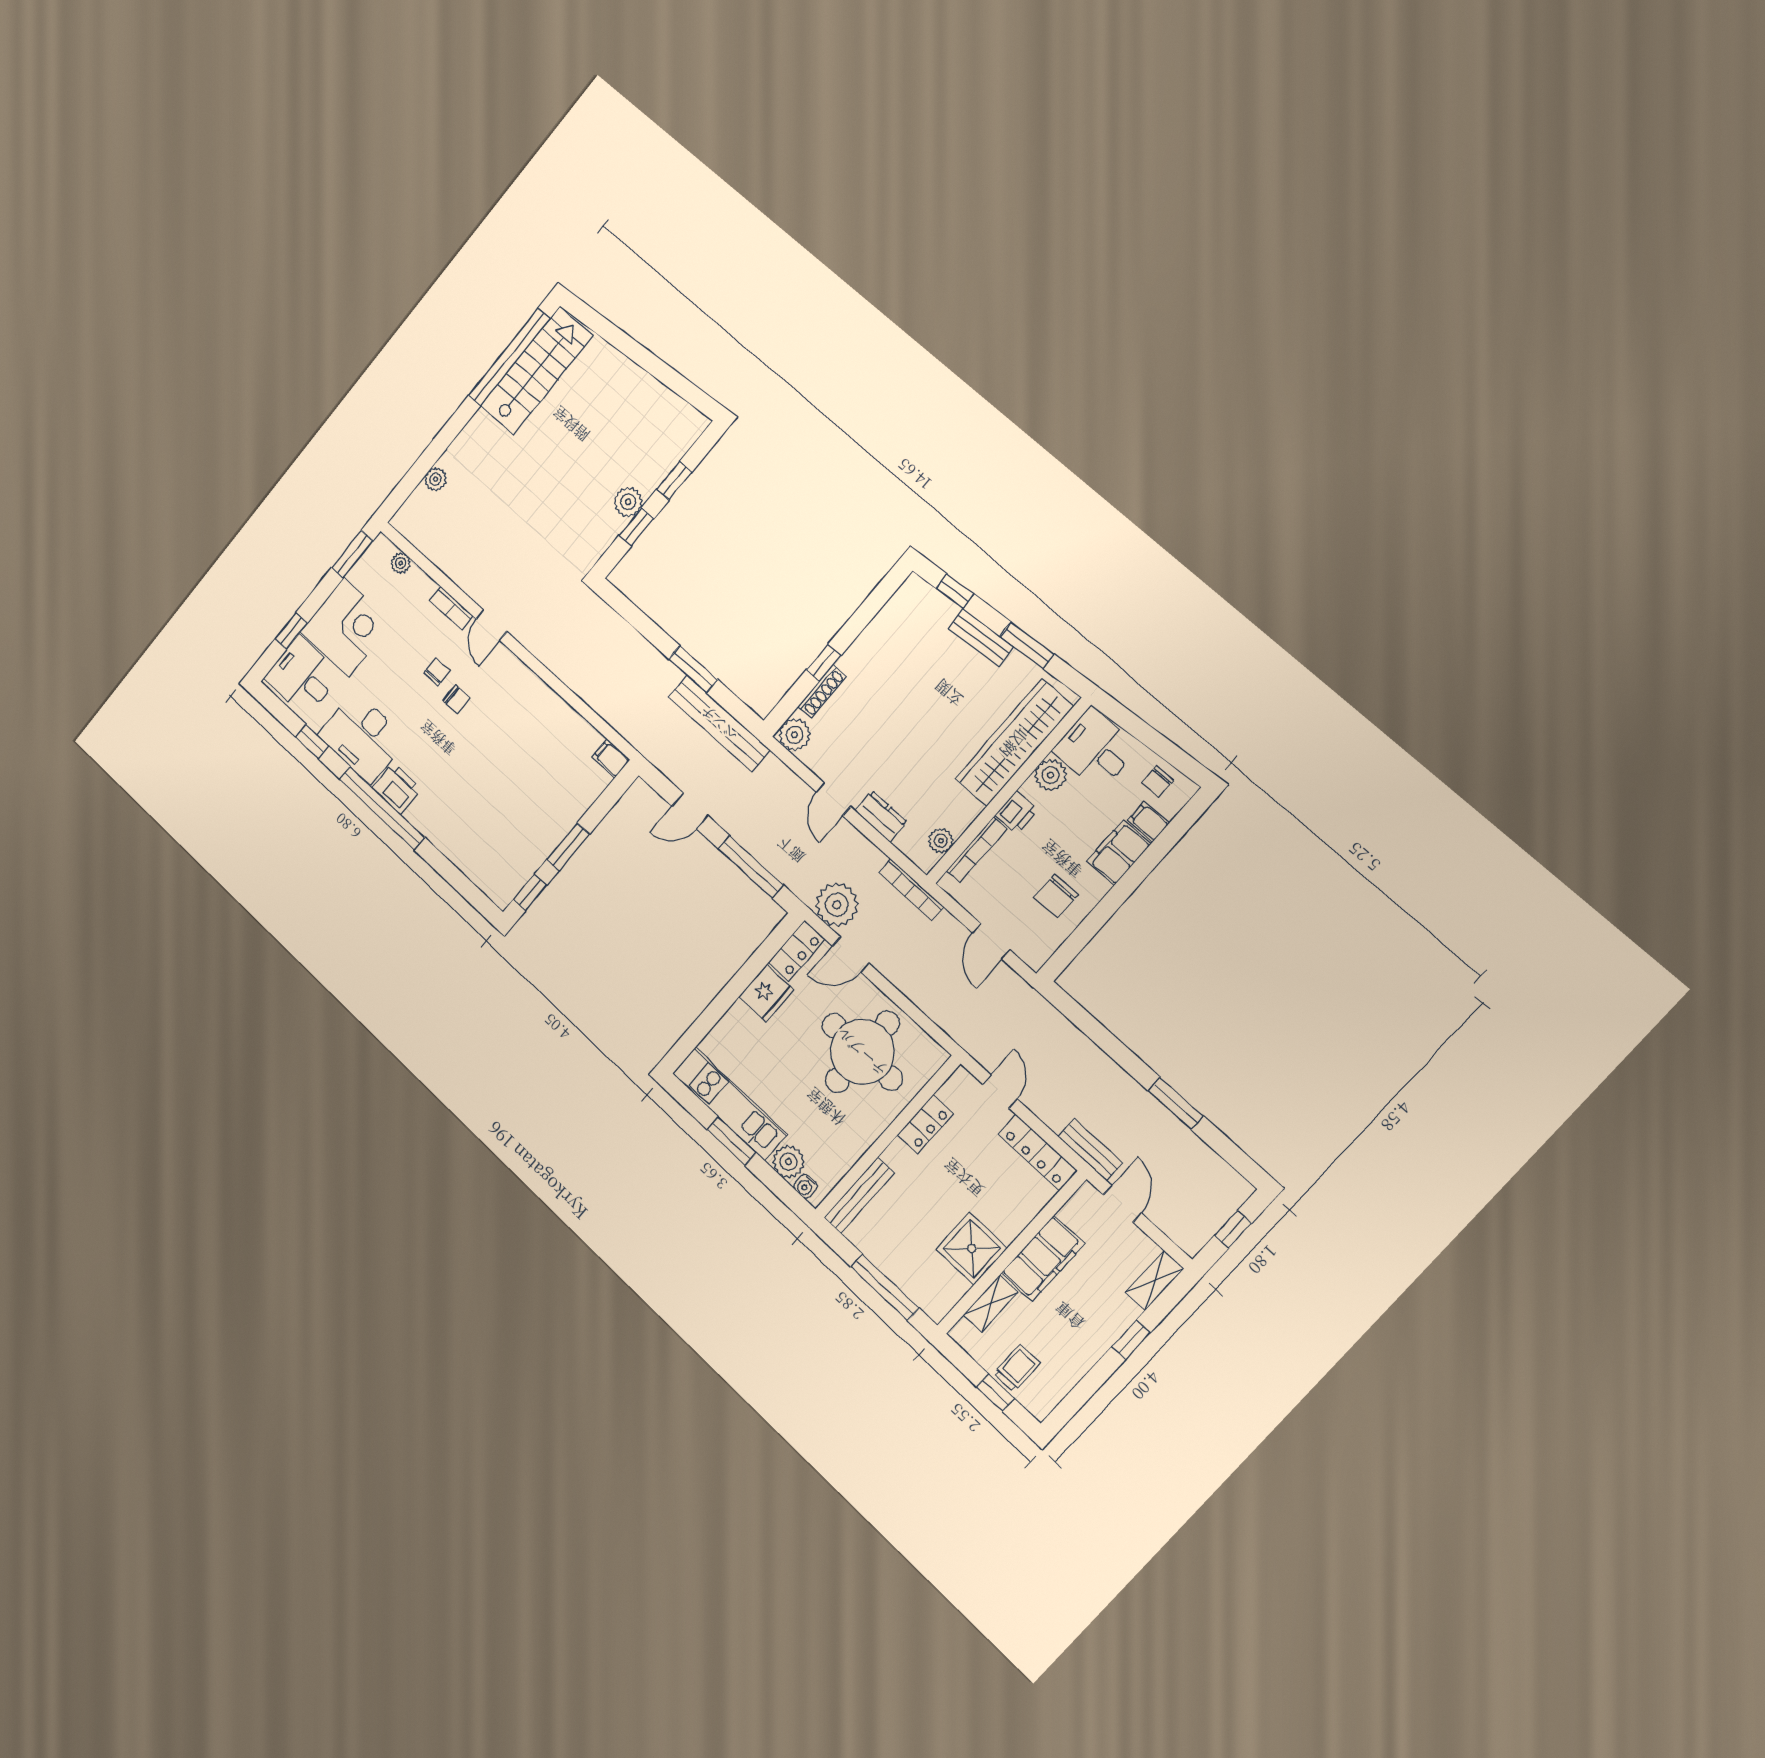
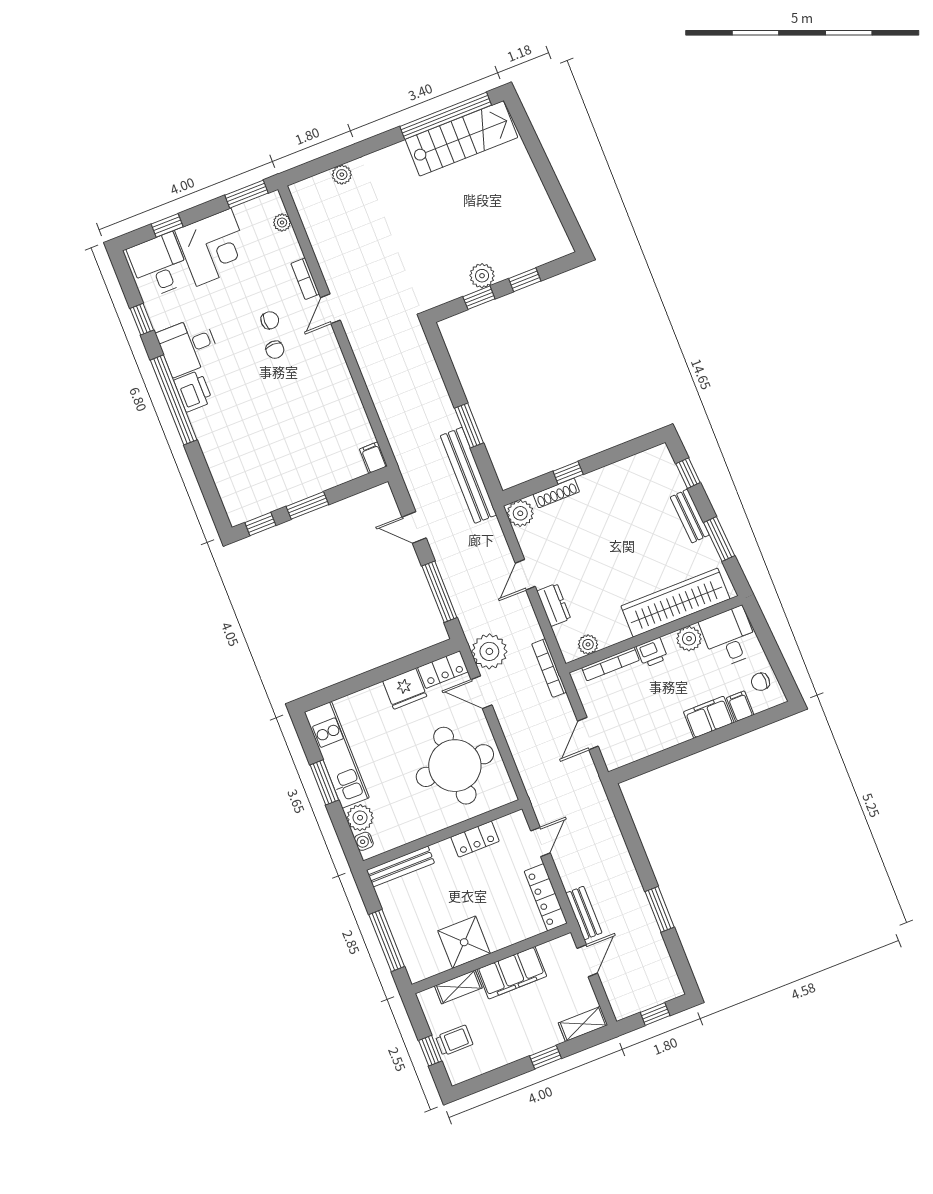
desk: (363, 737) -> (188, 346), width x0.73
chair: (1056, 896) -> (650, 725), removed

